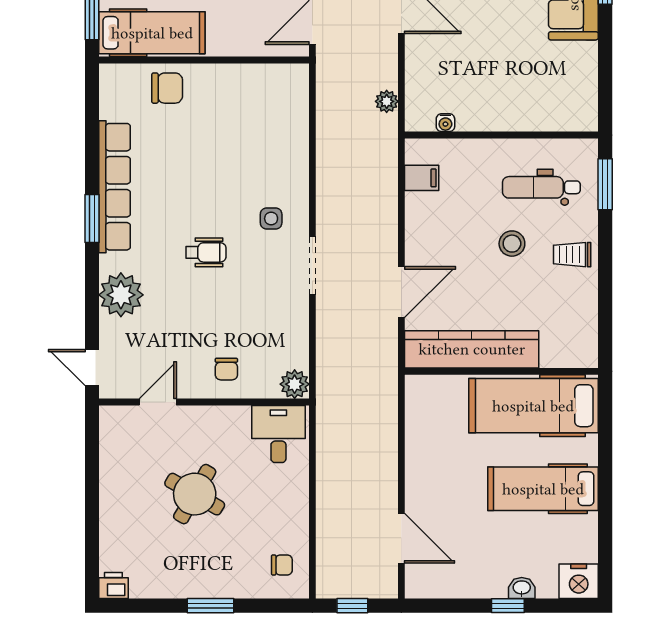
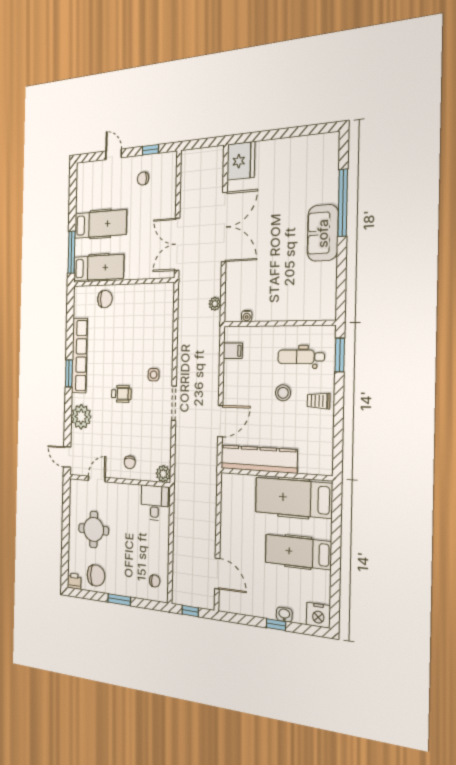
round table: (195, 494) -> (94, 529), moved, turned -30
chair: (161, 570) -> (96, 575), added

